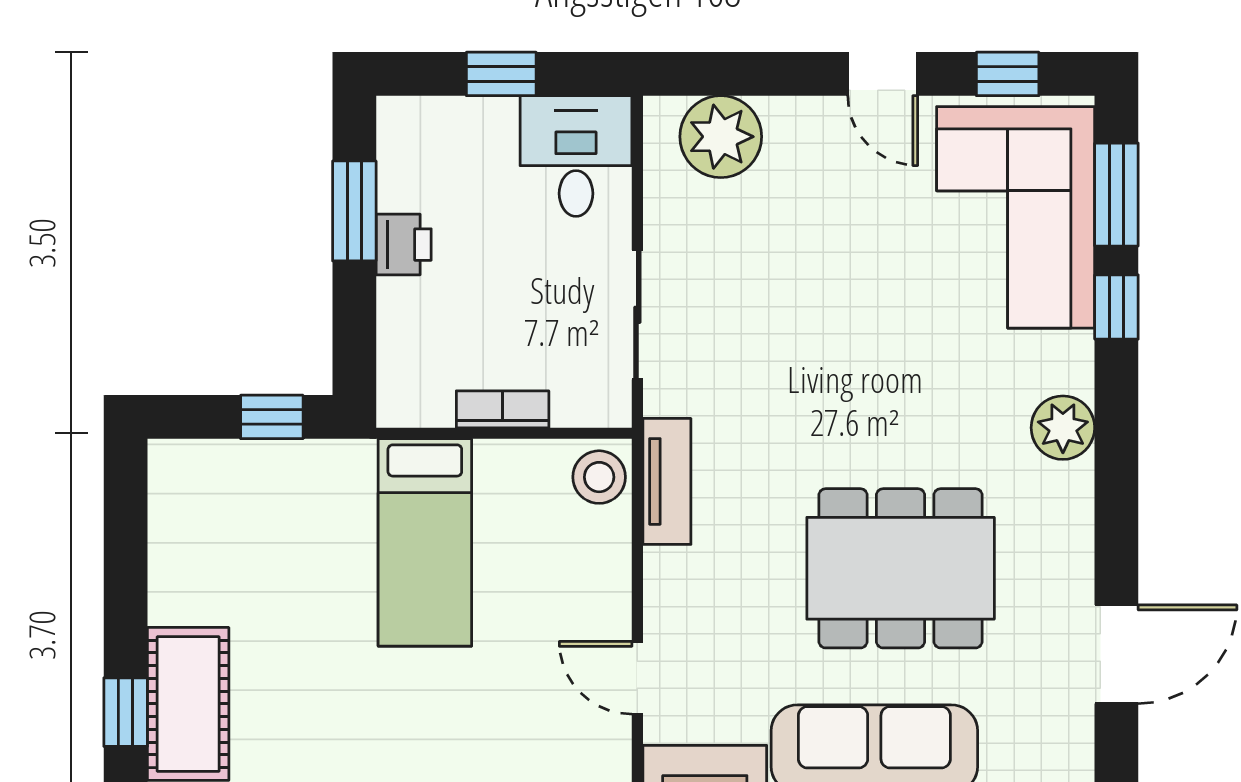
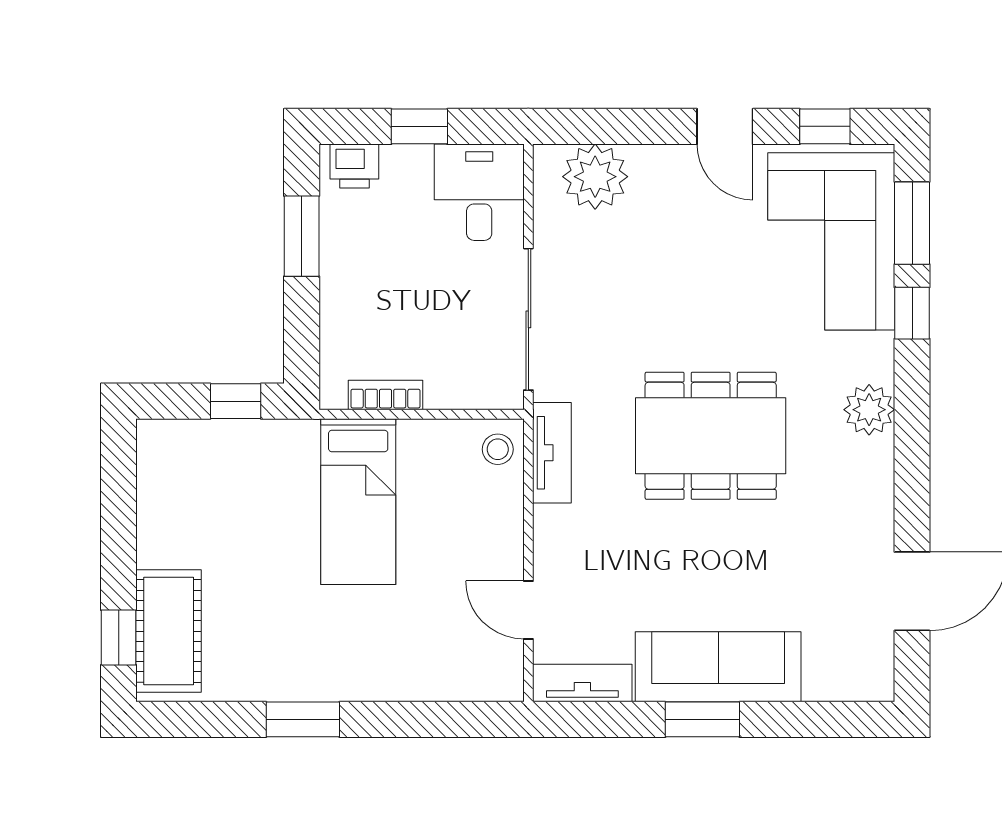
printer: (404, 245) -> (354, 166), moved, turned 90
sliding door: (637, 315) -> (528, 319), width x1.37
bookcase: (503, 409) -> (385, 395), moved
stool: (599, 477) -> (498, 449), width x0.73, depth x0.73
dining table: (901, 568) -> (711, 436), moved

